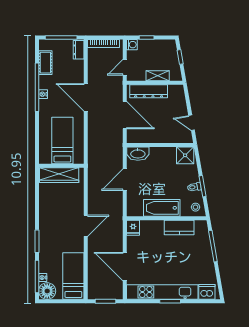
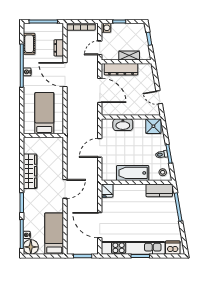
dresser: (79, 50) -> (59, 48), moved
washbasin: (138, 154) -> (123, 125), moved
wardrobe: (59, 175) -> (30, 171), moved, turned -90
kitchen counter: (179, 227) -> (159, 190), moved

